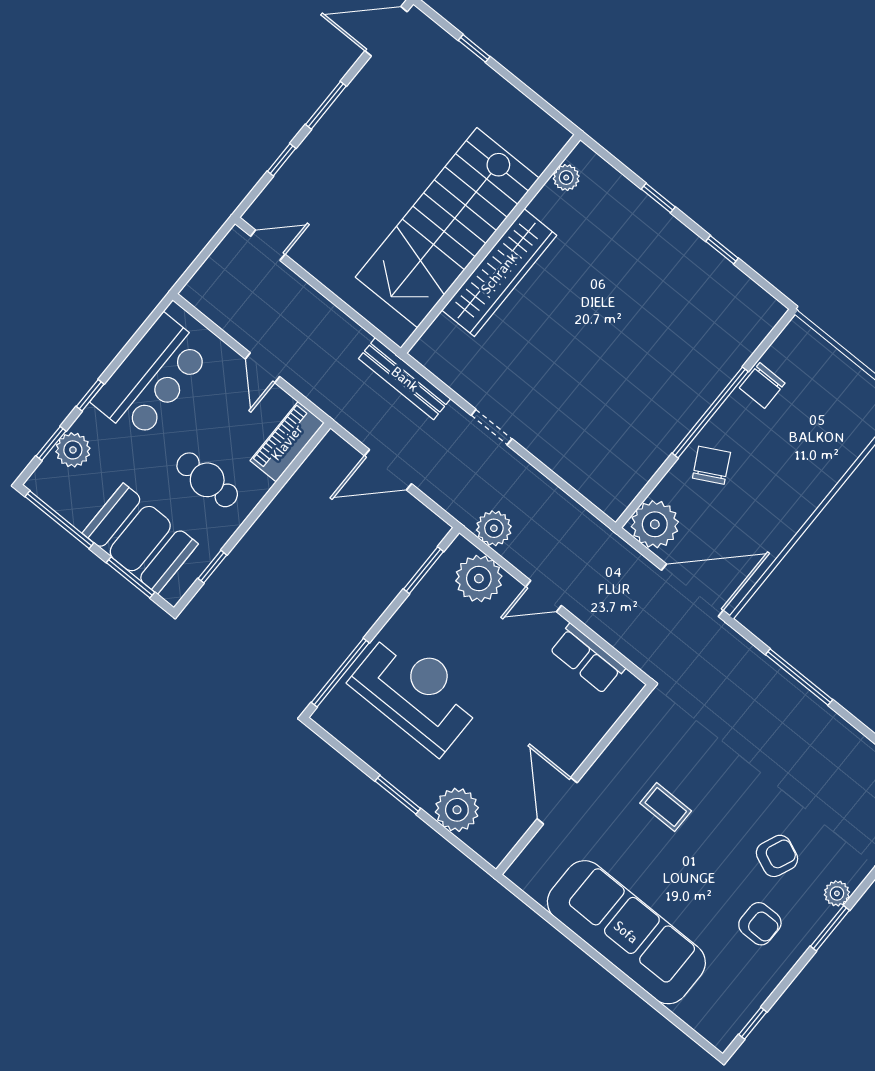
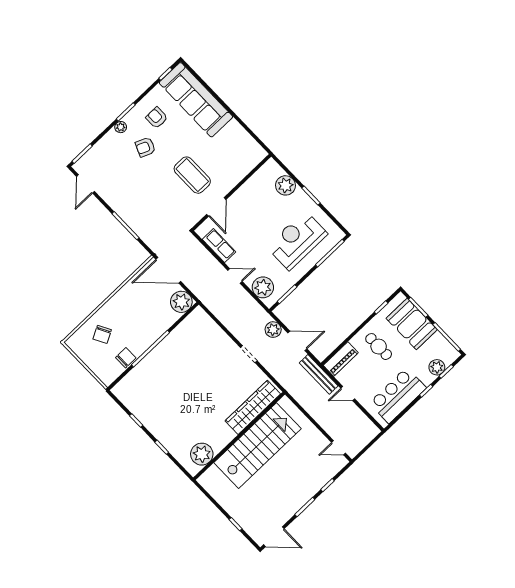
plant: (566, 178) -> (202, 454), width x1.88, depth x1.88
wardrobe: (499, 273) -> (253, 407), moved
door: (262, 368) -> (348, 393), swing flipped
bench: (405, 379) -> (319, 374), moved
chair: (711, 465) -> (102, 334), moved
plant: (494, 528) -> (273, 330), moved
reception desk: (417, 692) -> (297, 240), turned 90
door: (557, 801) -> (216, 207), moved
coffee table: (666, 807) -> (192, 175), width x1.86, depth x1.72
sofa: (626, 932) -> (196, 100), moved

